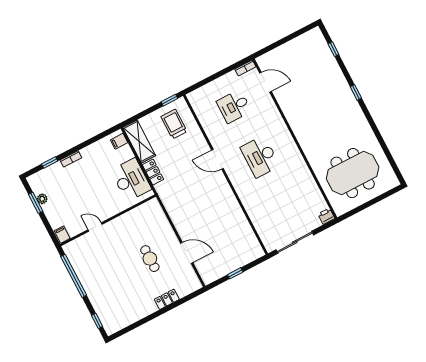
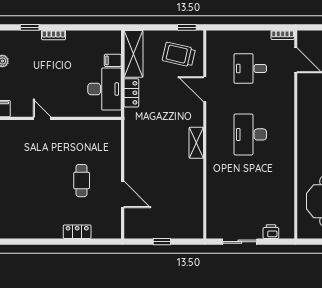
trolley: (174, 124) -> (179, 55), turned -77
filing cabinet: (119, 141) -> (113, 60), moved
door: (217, 159) -> (205, 89), moved
shelving: (222, 184) -> (196, 143), added
printer: (326, 216) -> (271, 232), moved
sliding door: (295, 242) -> (240, 242), width x0.73

